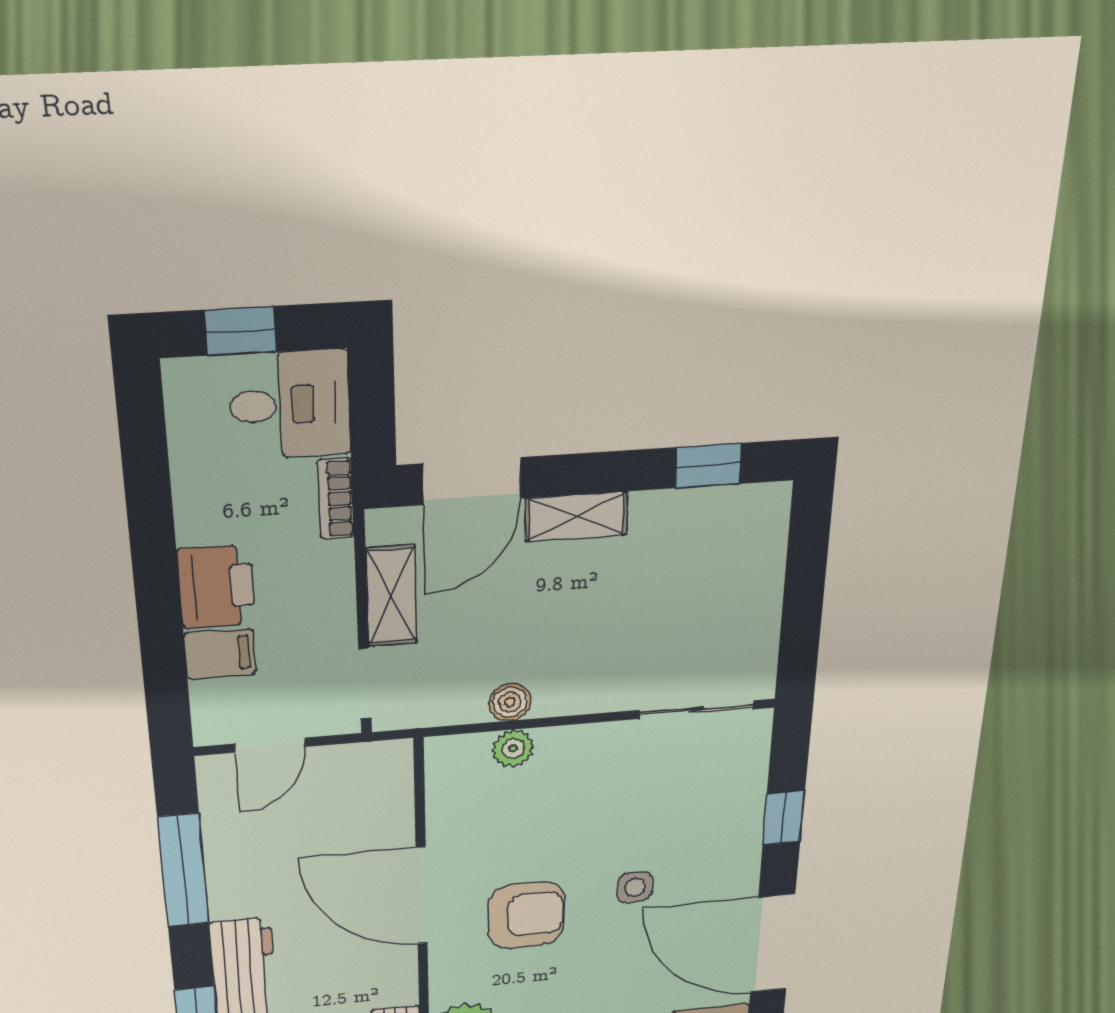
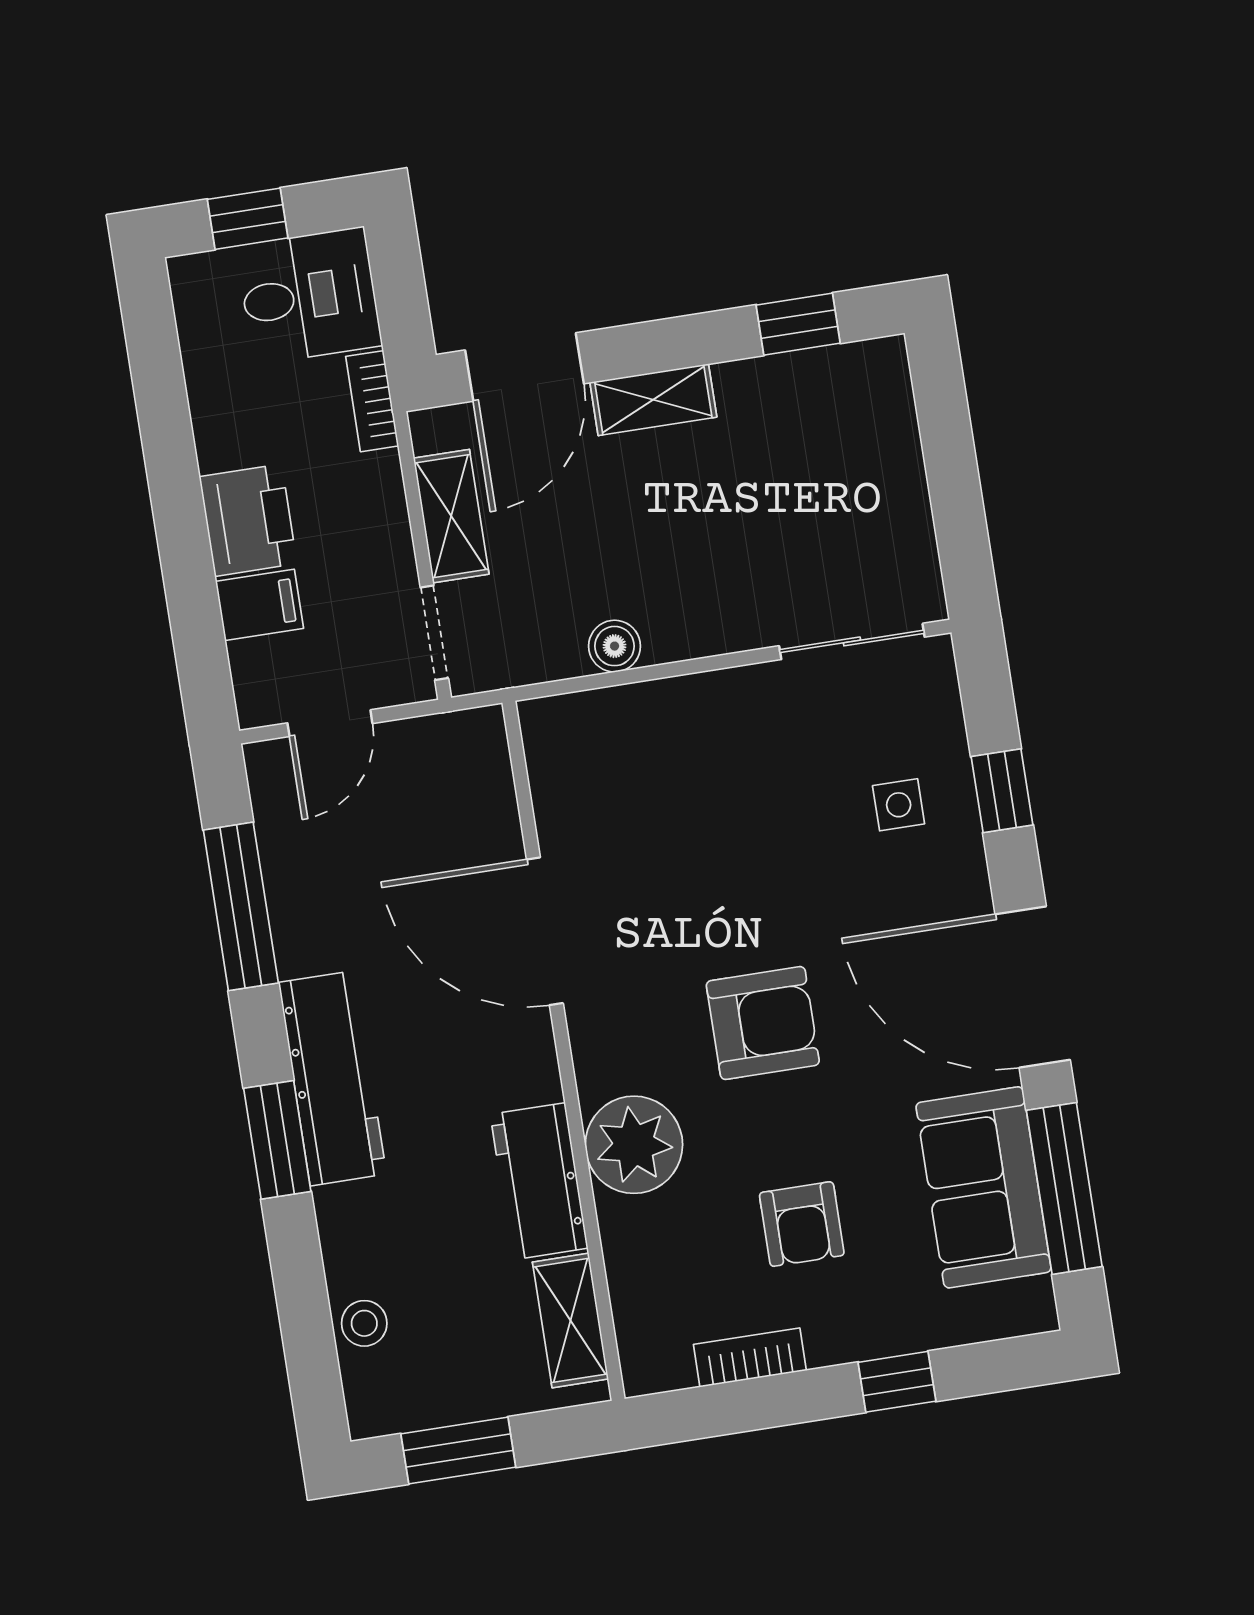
plant: (513, 748) -> (629, 710), removed
side table: (635, 887) -> (899, 805), moved
armchair: (526, 915) -> (763, 1023), moved

